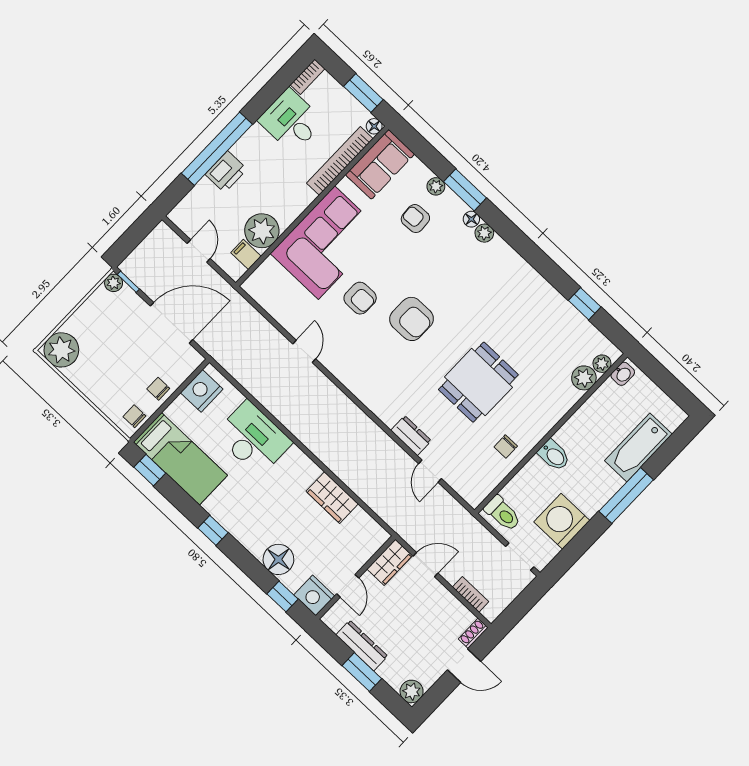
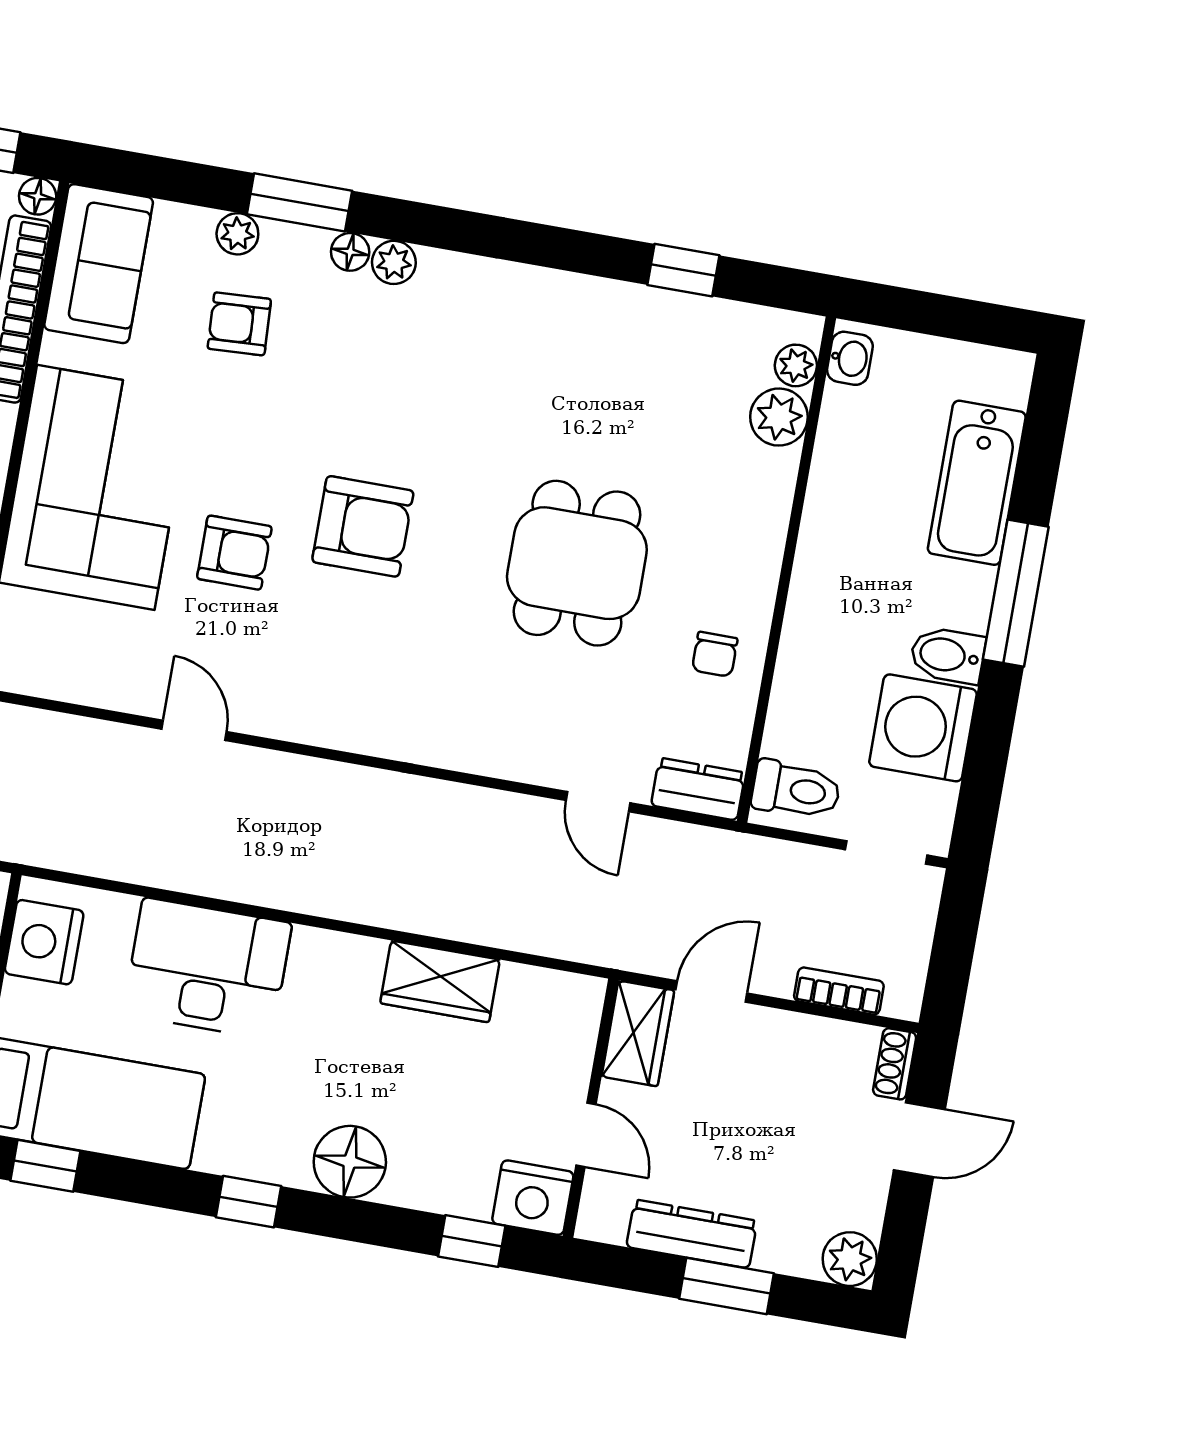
dresser: (411, 436) -> (698, 789), moved
bidet: (554, 455) -> (947, 655), moved, turned 180
floor lamp: (278, 559) -> (350, 1162), moved

